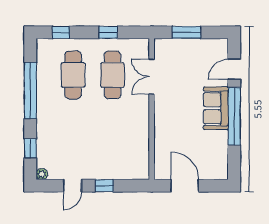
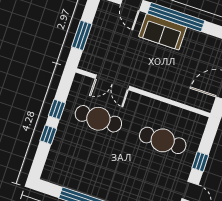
window: (61, 32) -> (48, 135), moved
cafe table: (73, 75) -> (163, 140), moved

